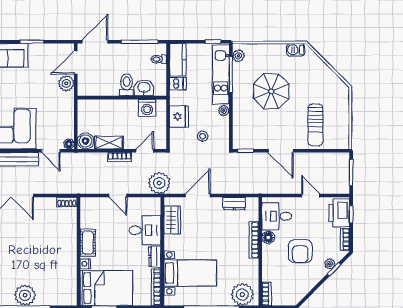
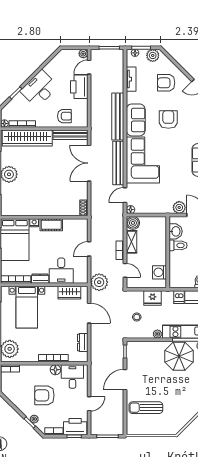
toilet: (127, 85) -> (178, 245), moved
washbasin: (144, 88) -> (176, 231), moved
parasol: (271, 91) -> (179, 356), moved

